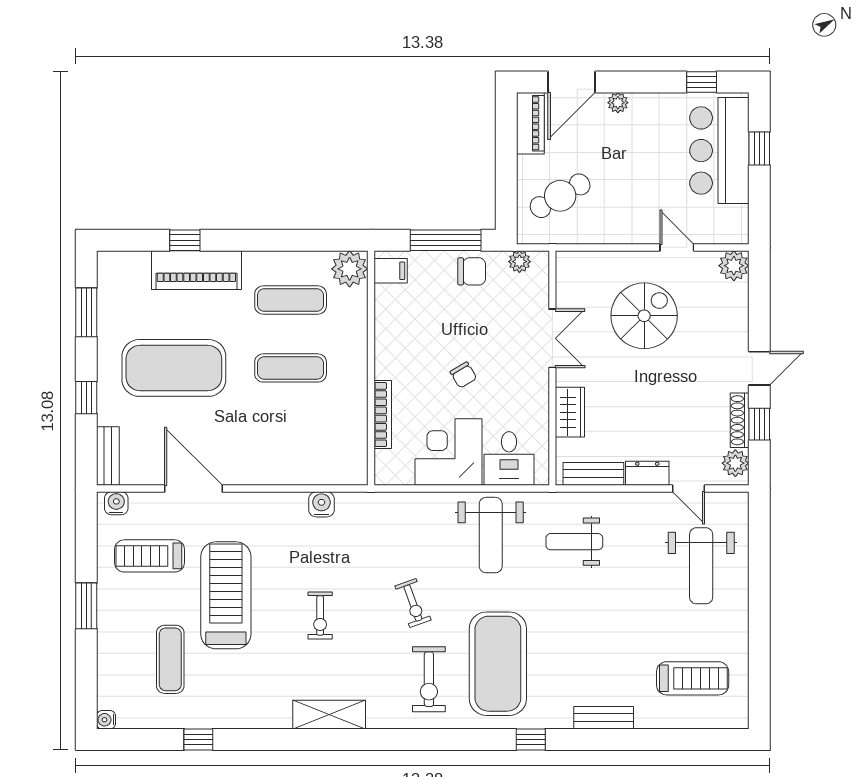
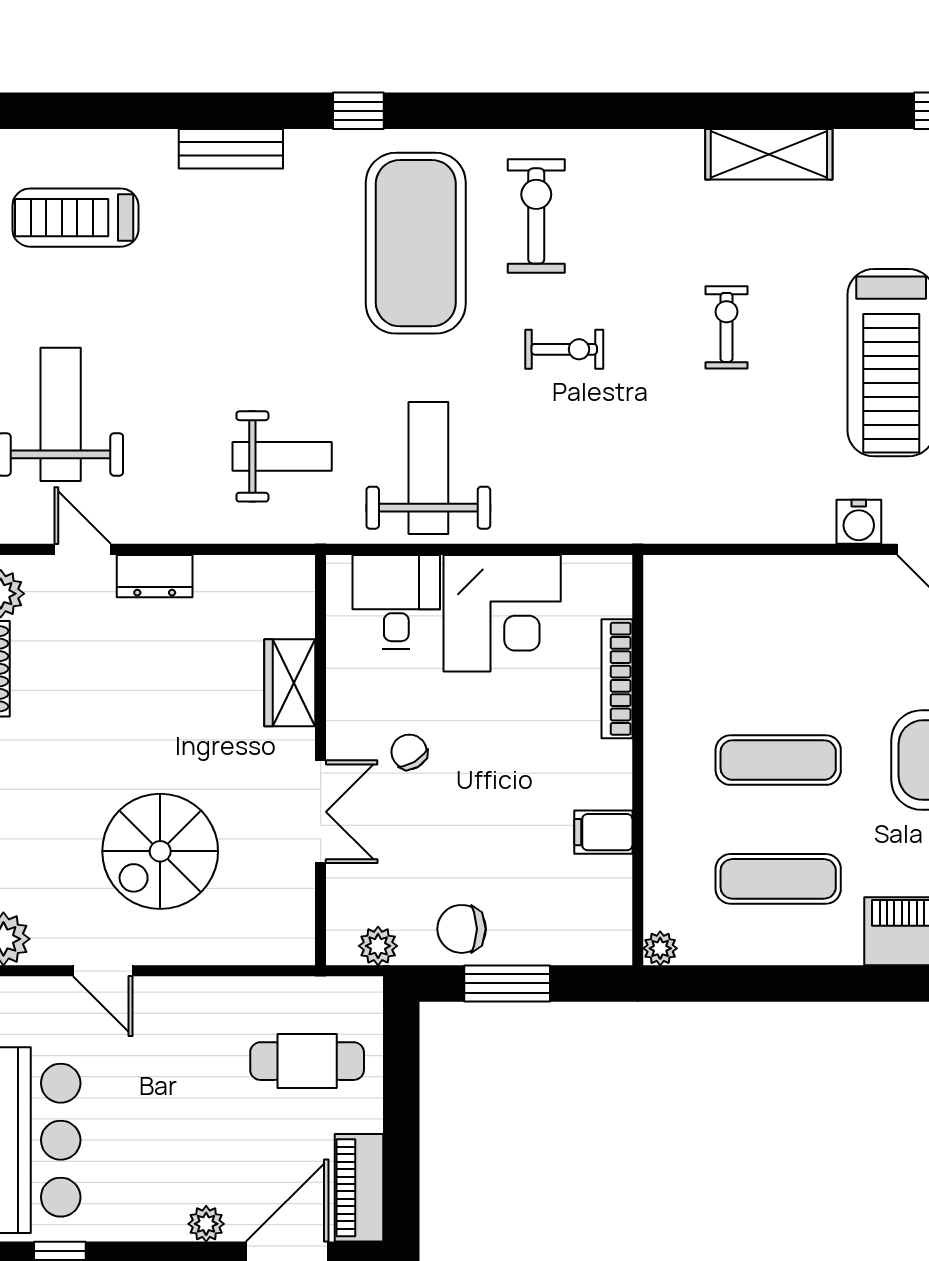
cafe table: (560, 196) -> (307, 1061), turned 30
window: (446, 240) -> (507, 983), width x0.69
plant: (350, 269) -> (660, 948), width x0.53, depth x0.53
filing cabinet: (391, 271) -> (603, 832), moved
double door: (552, 338) -> (321, 812), swing flipped
chair: (463, 375) -> (409, 752), moved
bench: (593, 474) -> (249, 575), removed
water cooler: (322, 504) -> (859, 522), moved
exercise bike: (413, 603) -> (564, 349), turned 110
shelving: (329, 715) -> (769, 154), moved

